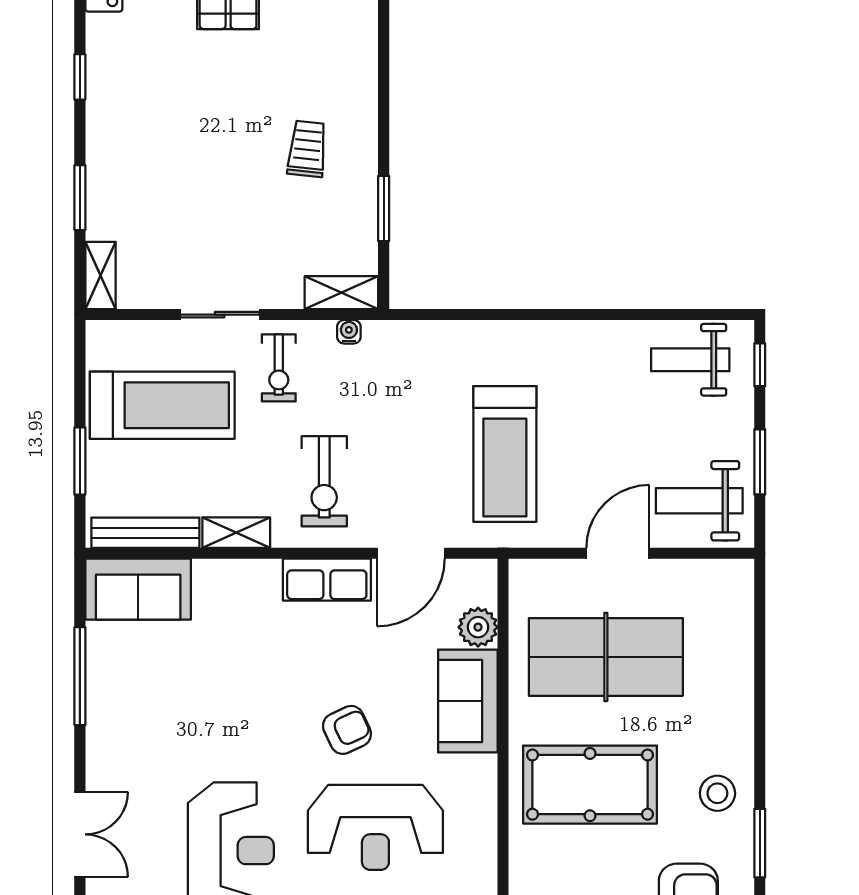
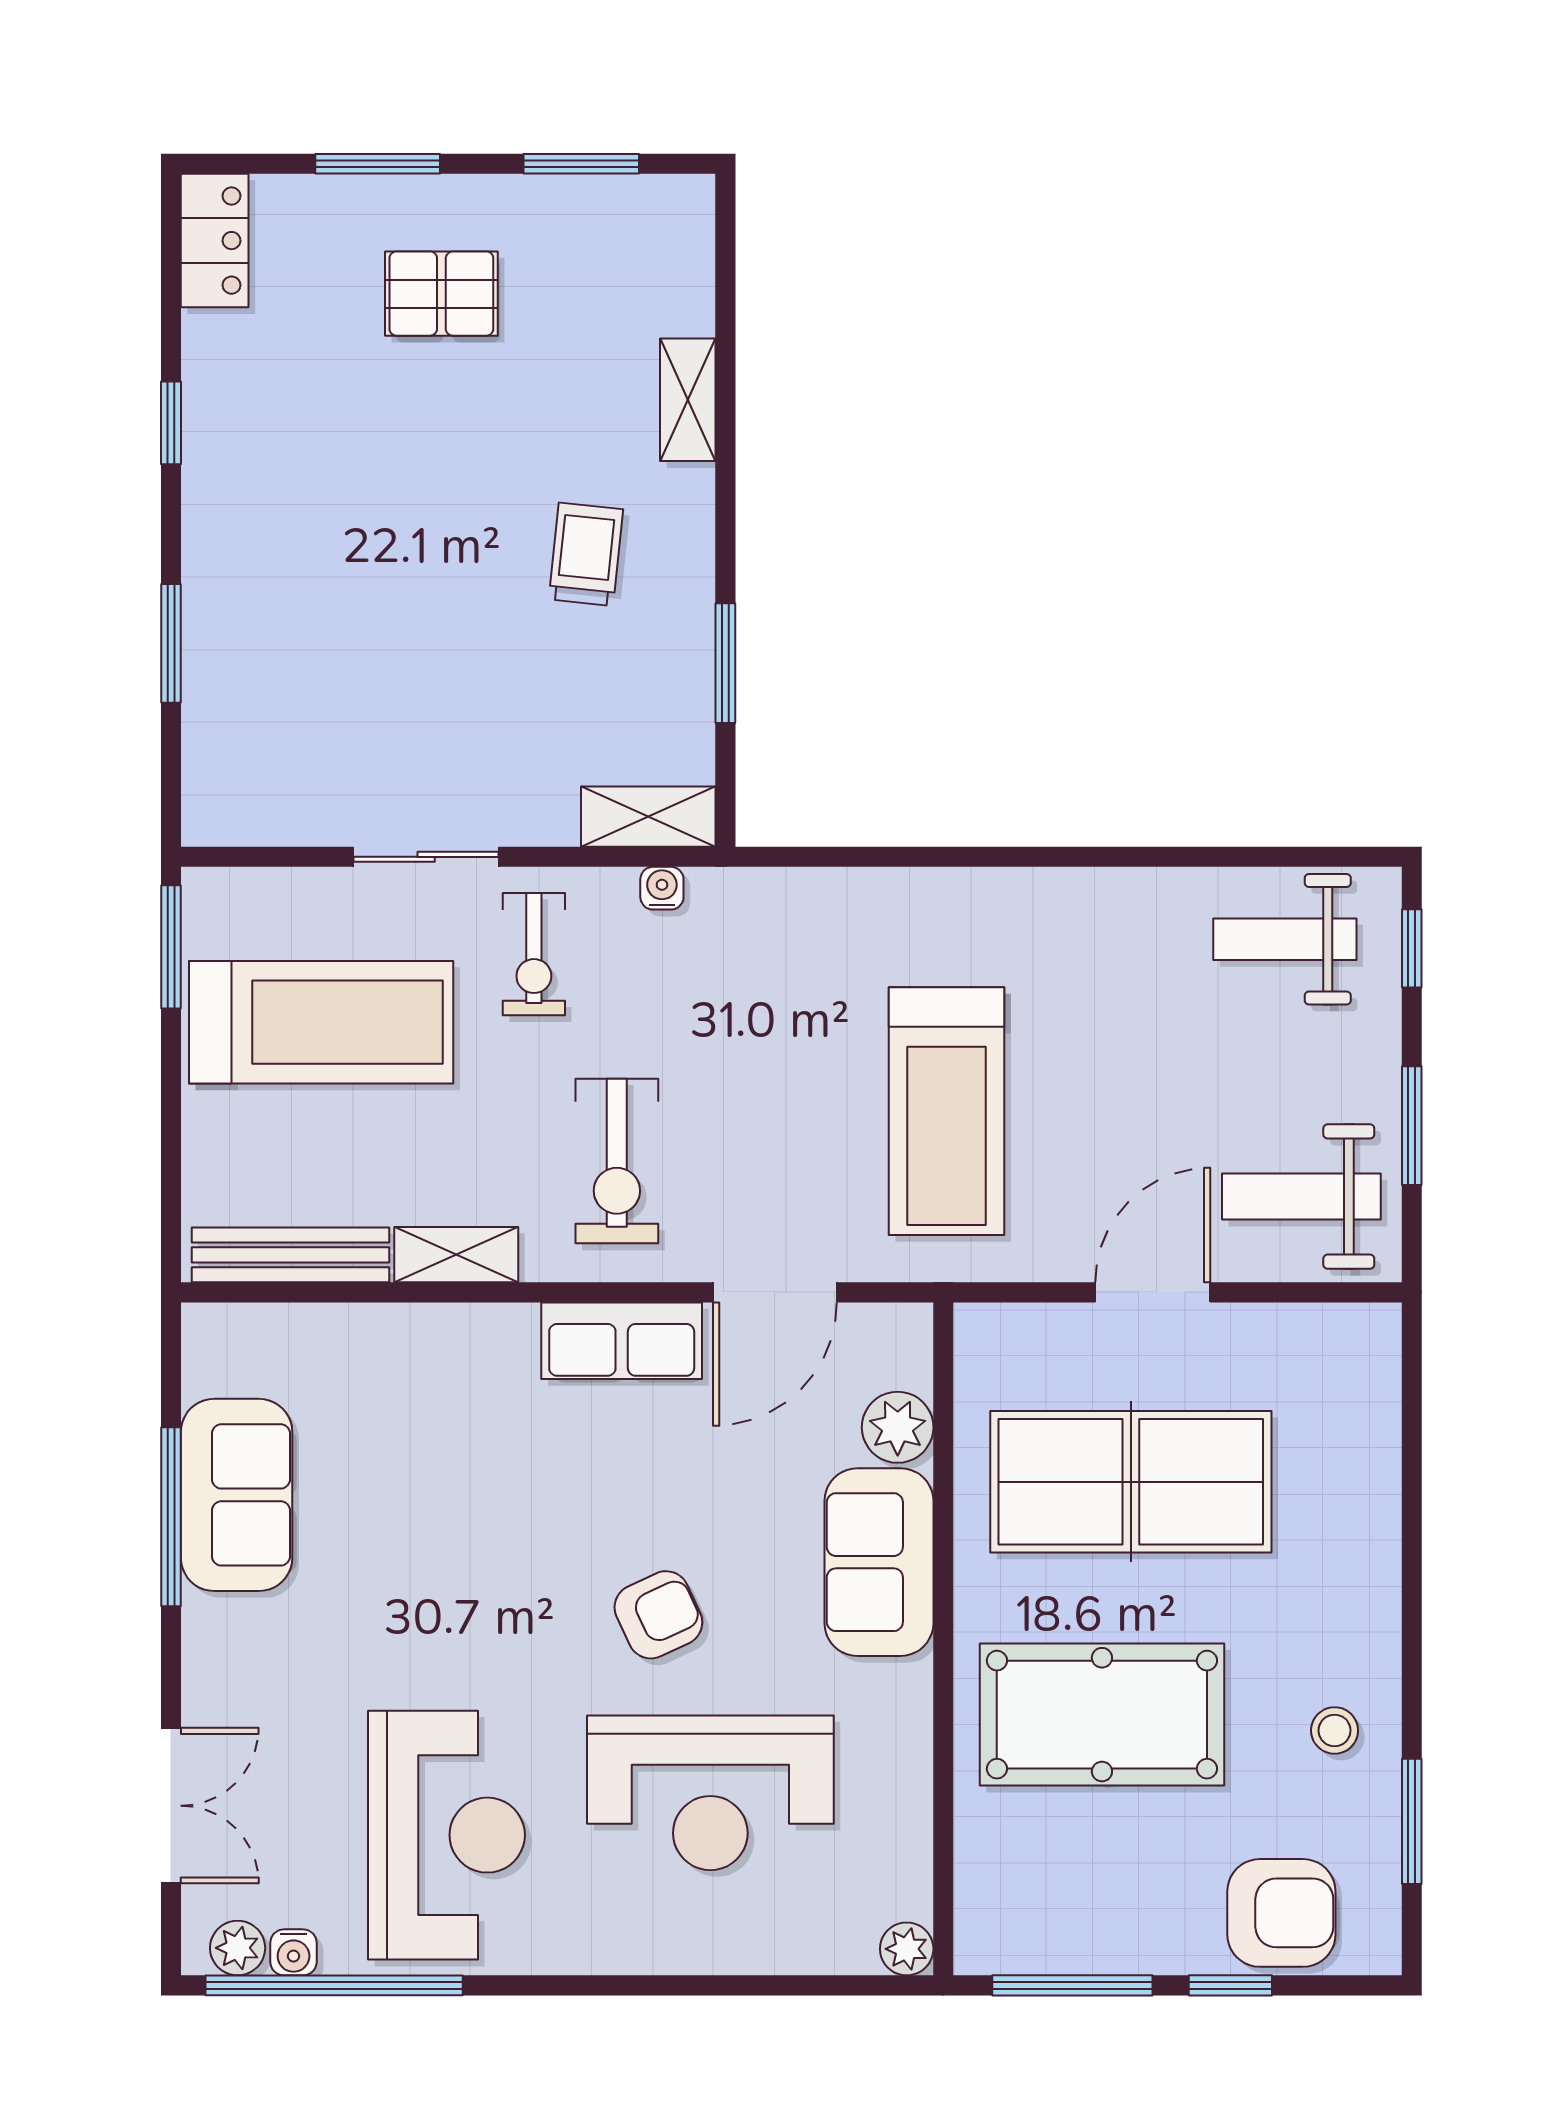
shelving: (100, 275) -> (688, 400), moved
window: (80, 461) -> (171, 947), moved
sofa: (138, 589) -> (237, 1495), moved, turned -90
stool: (717, 793) -> (1335, 1730), width x0.73, depth x0.73

